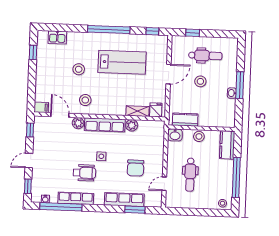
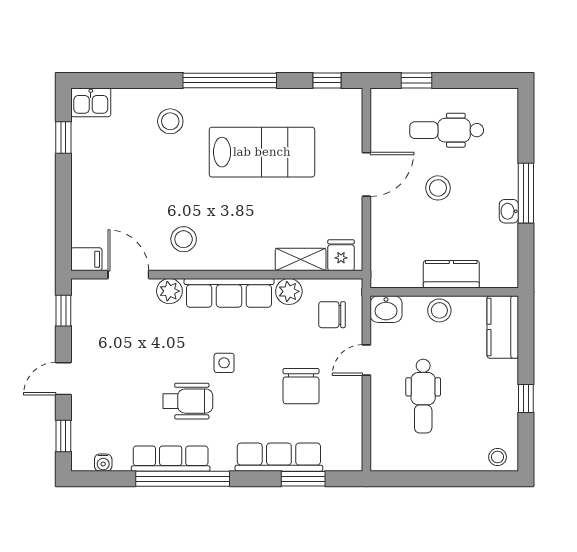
kitchen sink: (57, 37) -> (91, 102), moved
dental chair: (205, 56) -> (447, 130), turned 180
stool: (79, 69) -> (170, 121), moved
kitchen counter: (185, 120) -> (451, 274), moved
chair: (151, 136) -> (332, 315), added
window: (236, 177) -> (526, 398), width x0.32
door: (164, 184) -> (366, 360), moved
window: (61, 207) -> (183, 479), moved

